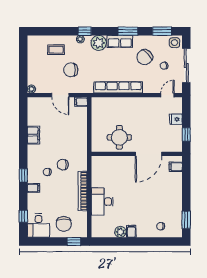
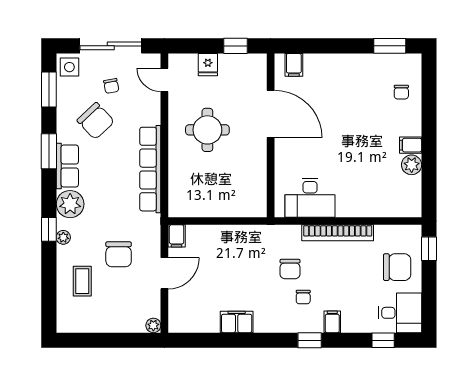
round table: (119, 137) -> (207, 130), moved
desk: (102, 202) -> (310, 198), moved

